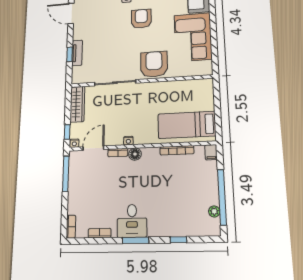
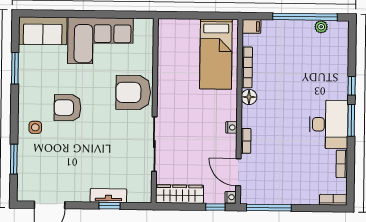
floor lamp: (135, 154) -> (249, 97), moved
desk: (132, 221) -> (329, 124), width x1.37
window: (178, 240) -> (352, 86), moved

